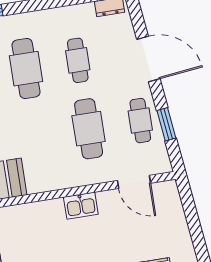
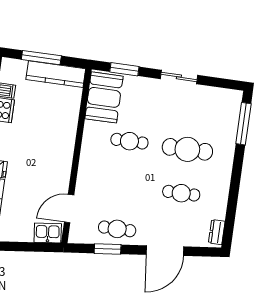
cafe table: (89, 129) -> (129, 141), moved, width x0.73, depth x0.74
kitchen sink: (81, 206) -> (48, 233), moved, turned 84

